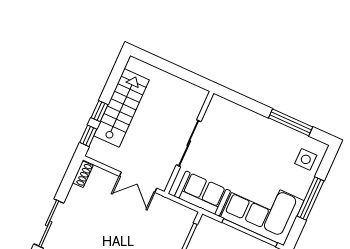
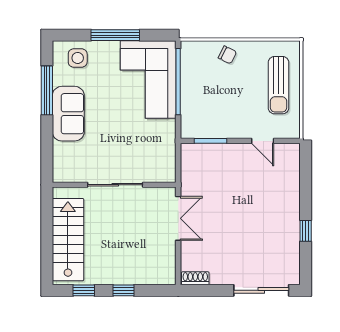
stairs: (122, 108) -> (68, 240), moved, turned 90
window: (88, 136) -> (84, 290), moved
sofa: (203, 194) -> (68, 114), moved, turned 180

